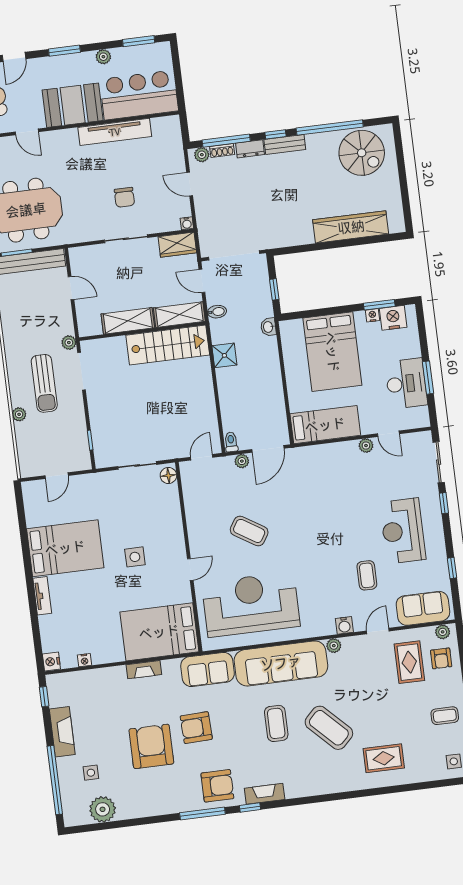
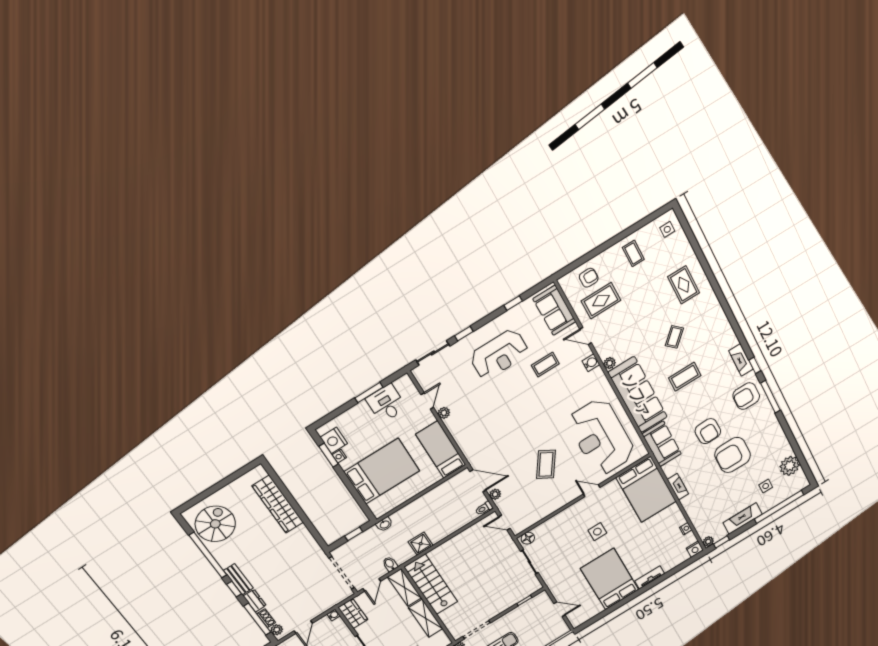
desk: (406, 384) -> (386, 403), width x0.73
plant: (443, 632) -> (708, 542), moved
coffee table: (329, 728) -> (674, 337), width x0.54, depth x0.58
armchair: (217, 786) -> (746, 396), turned -90

